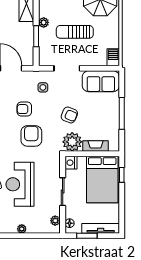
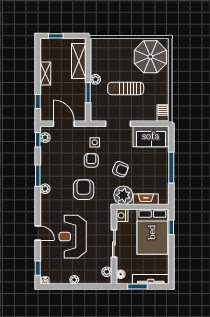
armchair: (24, 109) -> (91, 160), moved, turned 90

